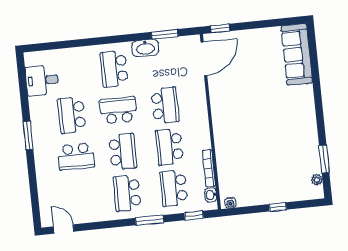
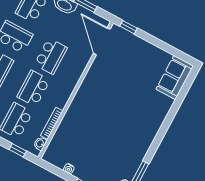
sofa: (297, 54) -> (175, 77), width x0.73
door: (204, 59) -> (102, 41), swing flipped
water cooler: (230, 203) -> (69, 169), moved

